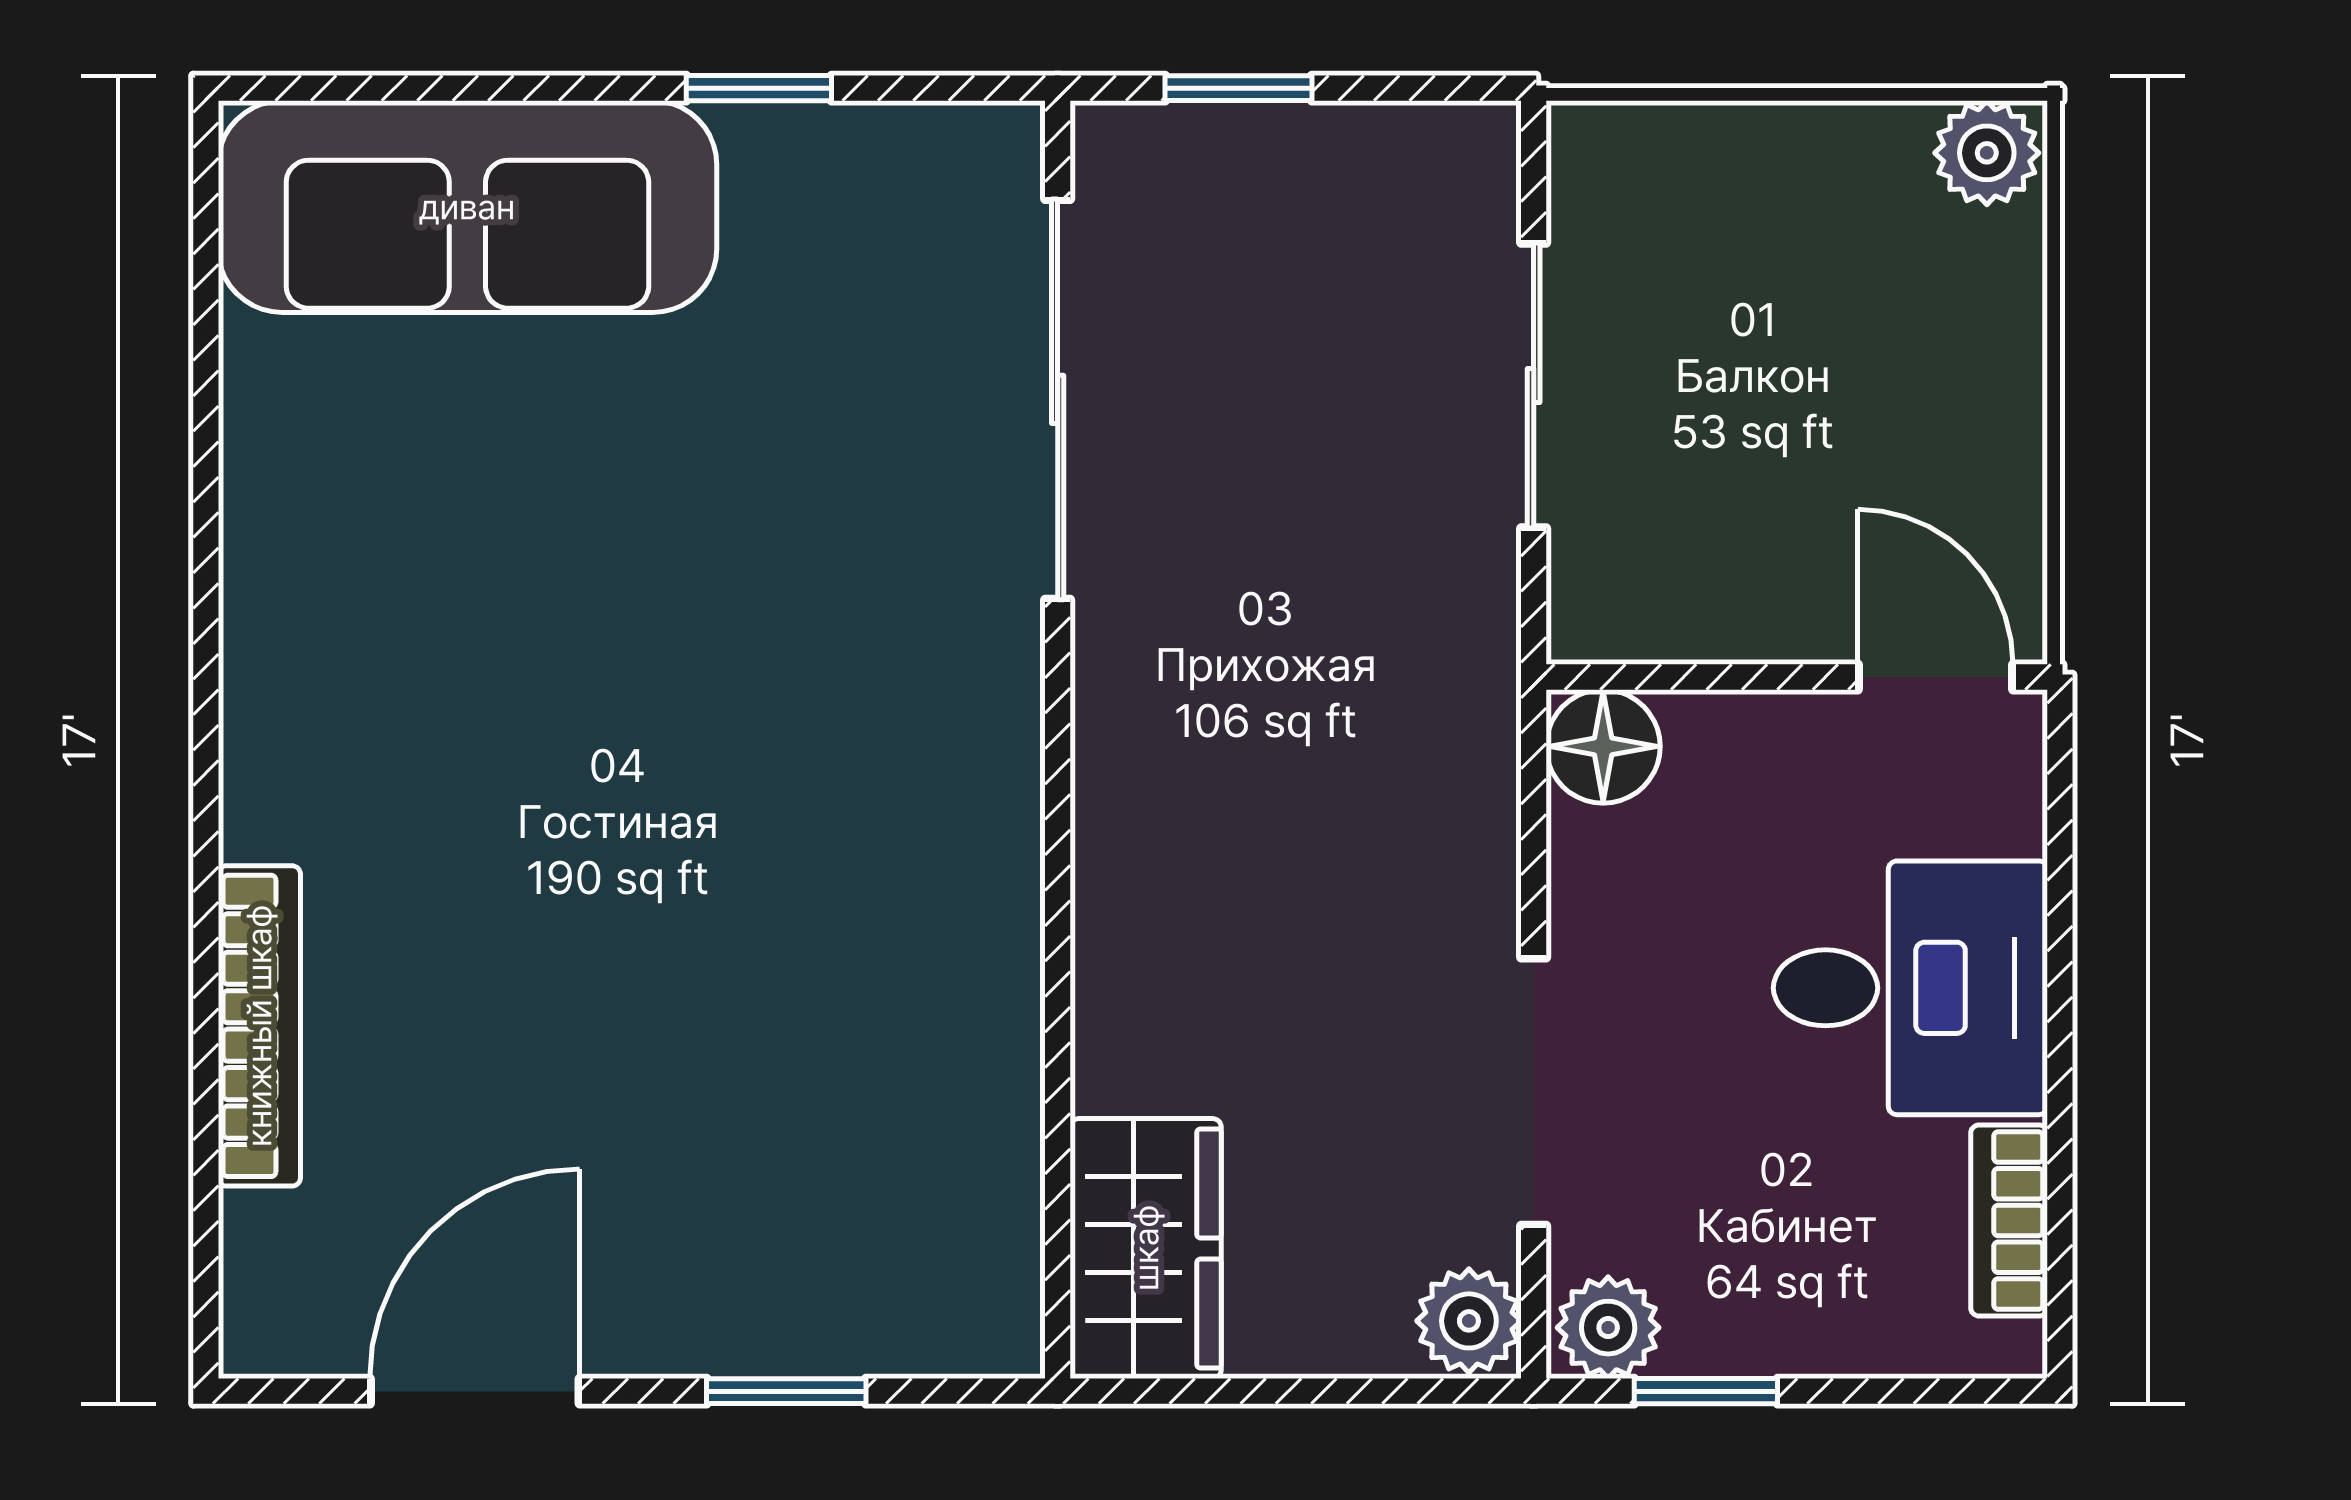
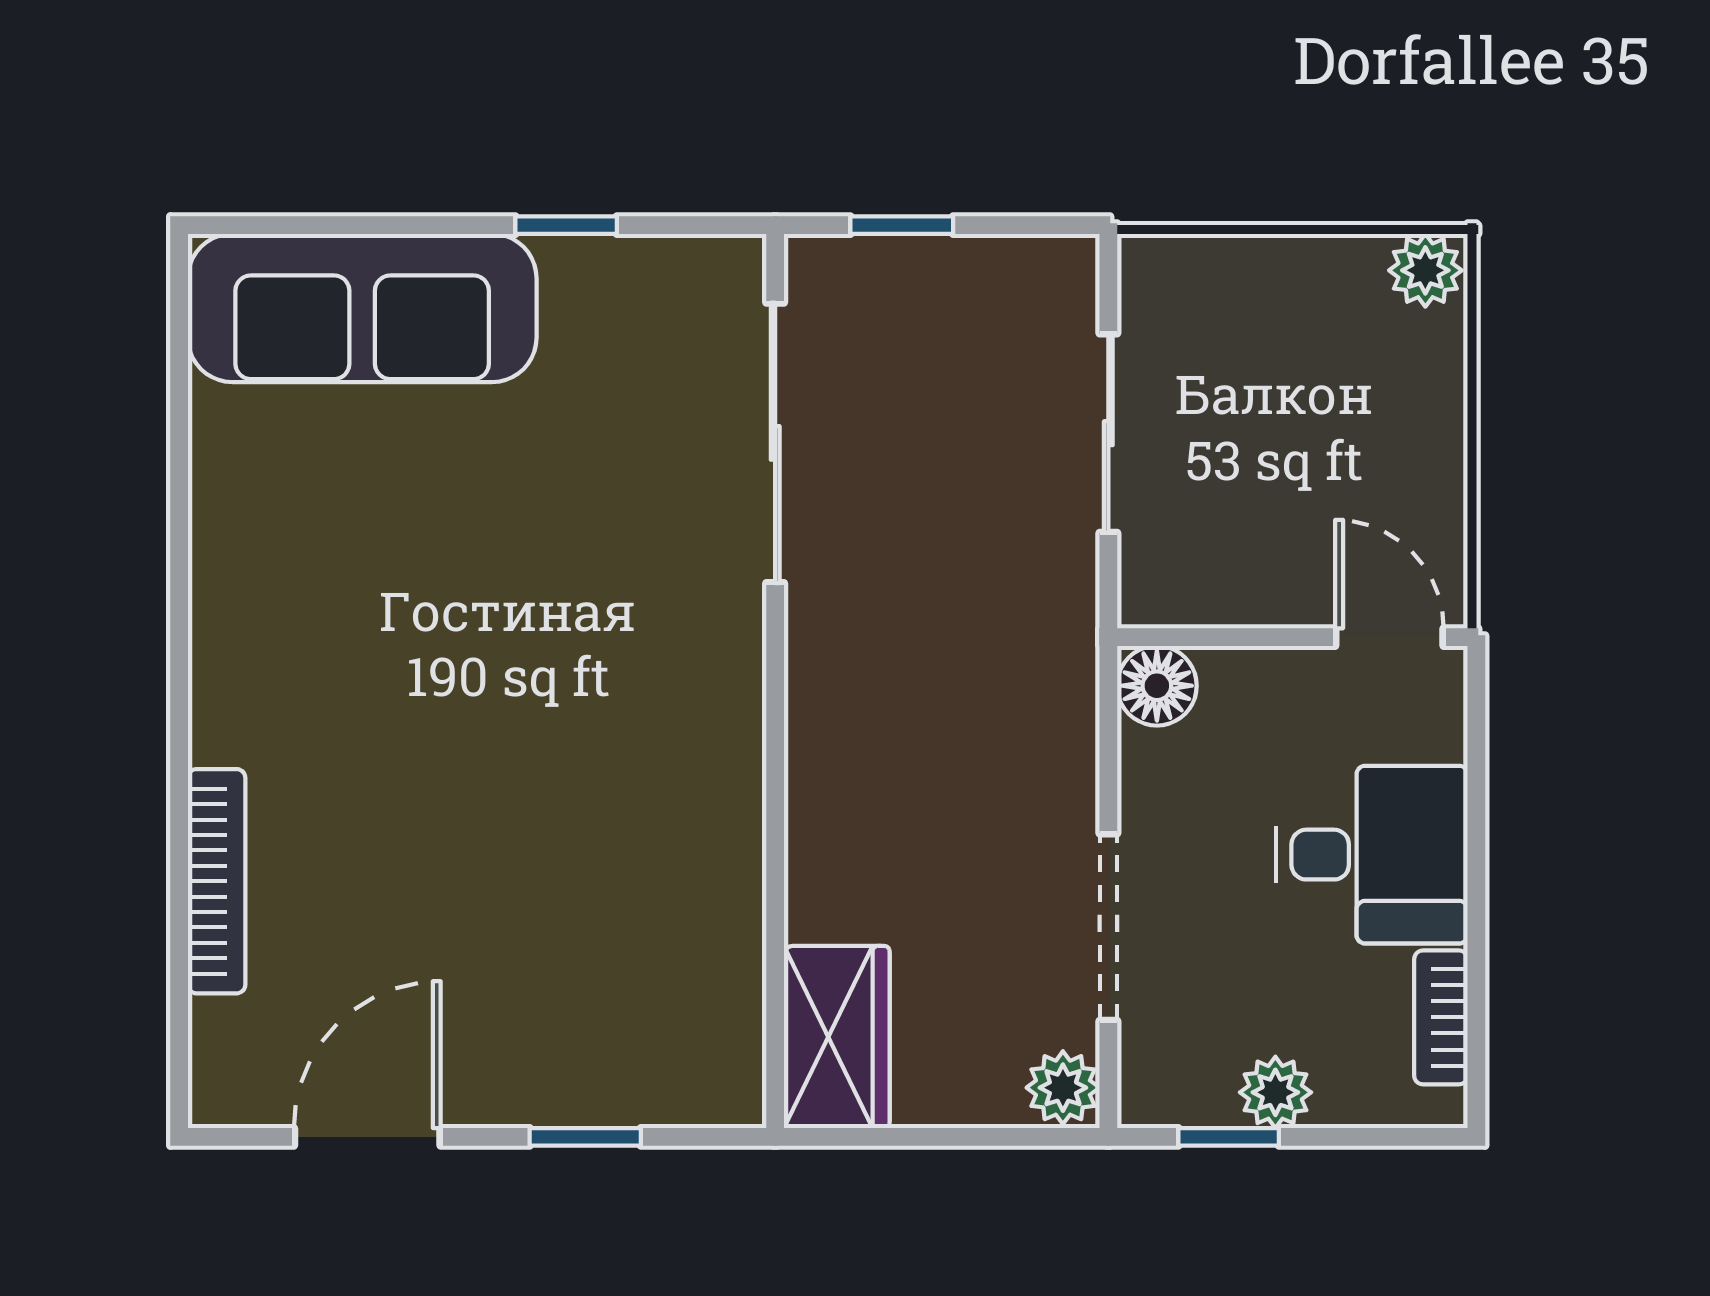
plant: (1608, 1328) -> (1275, 1092), moved

